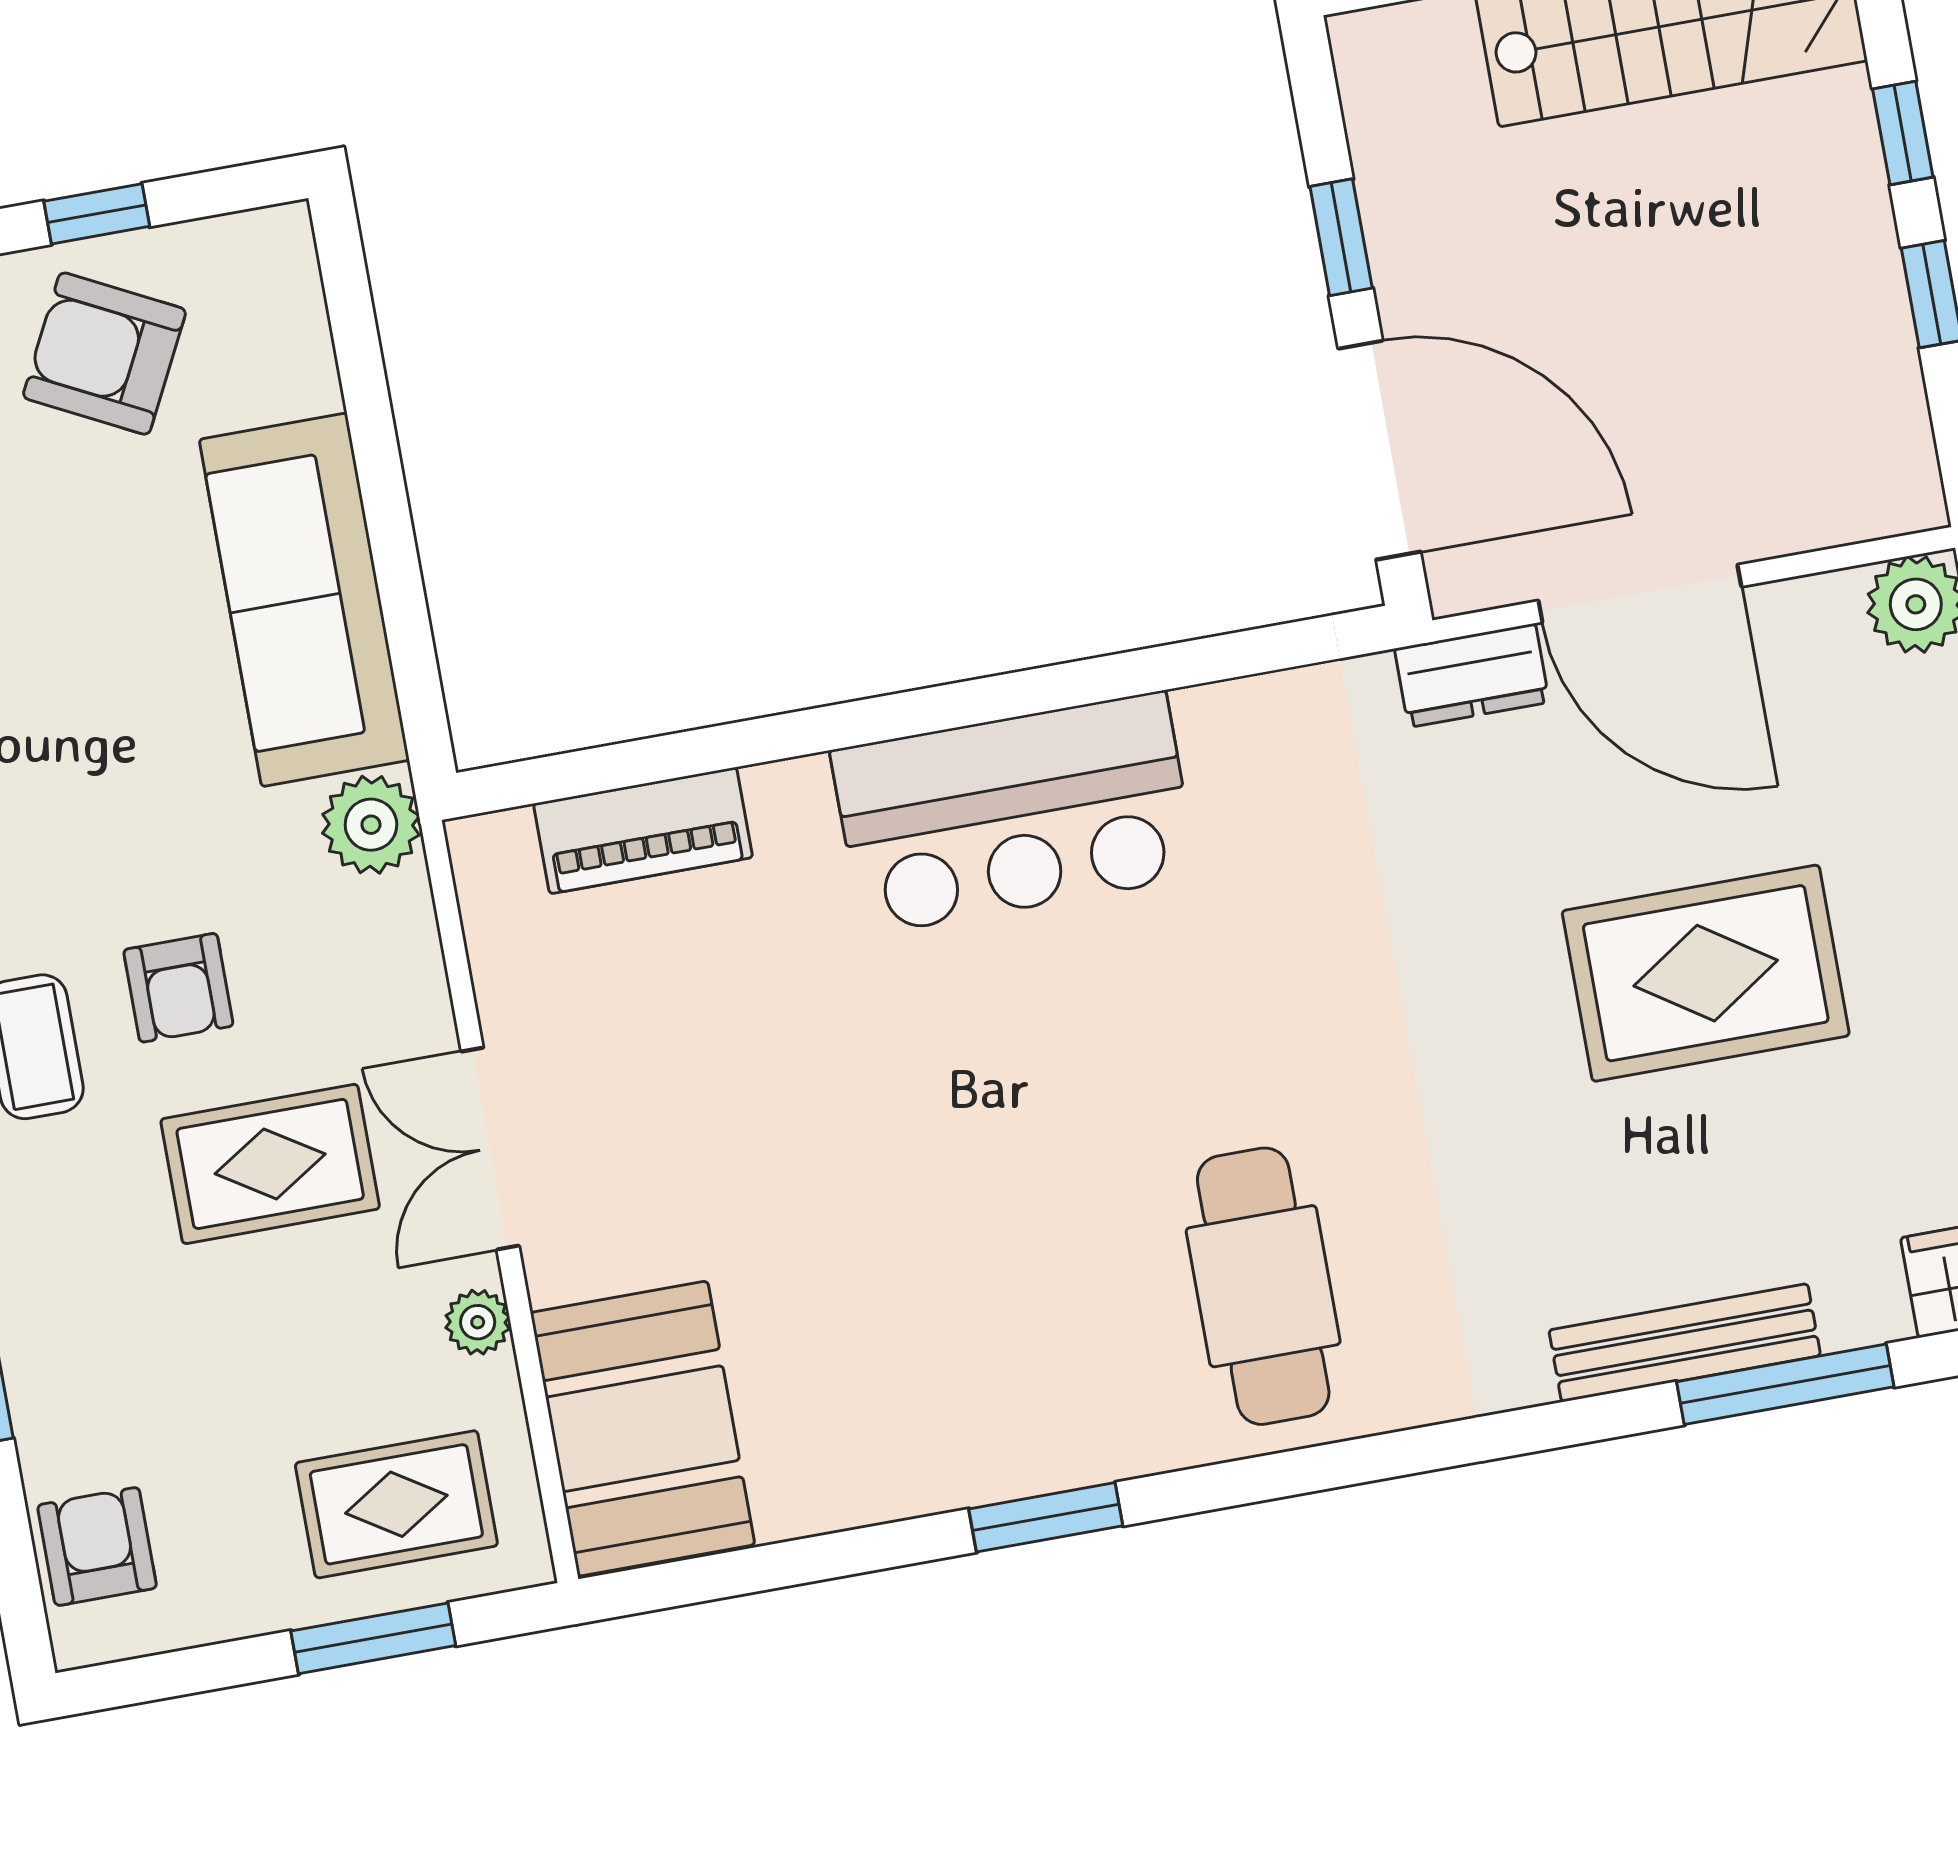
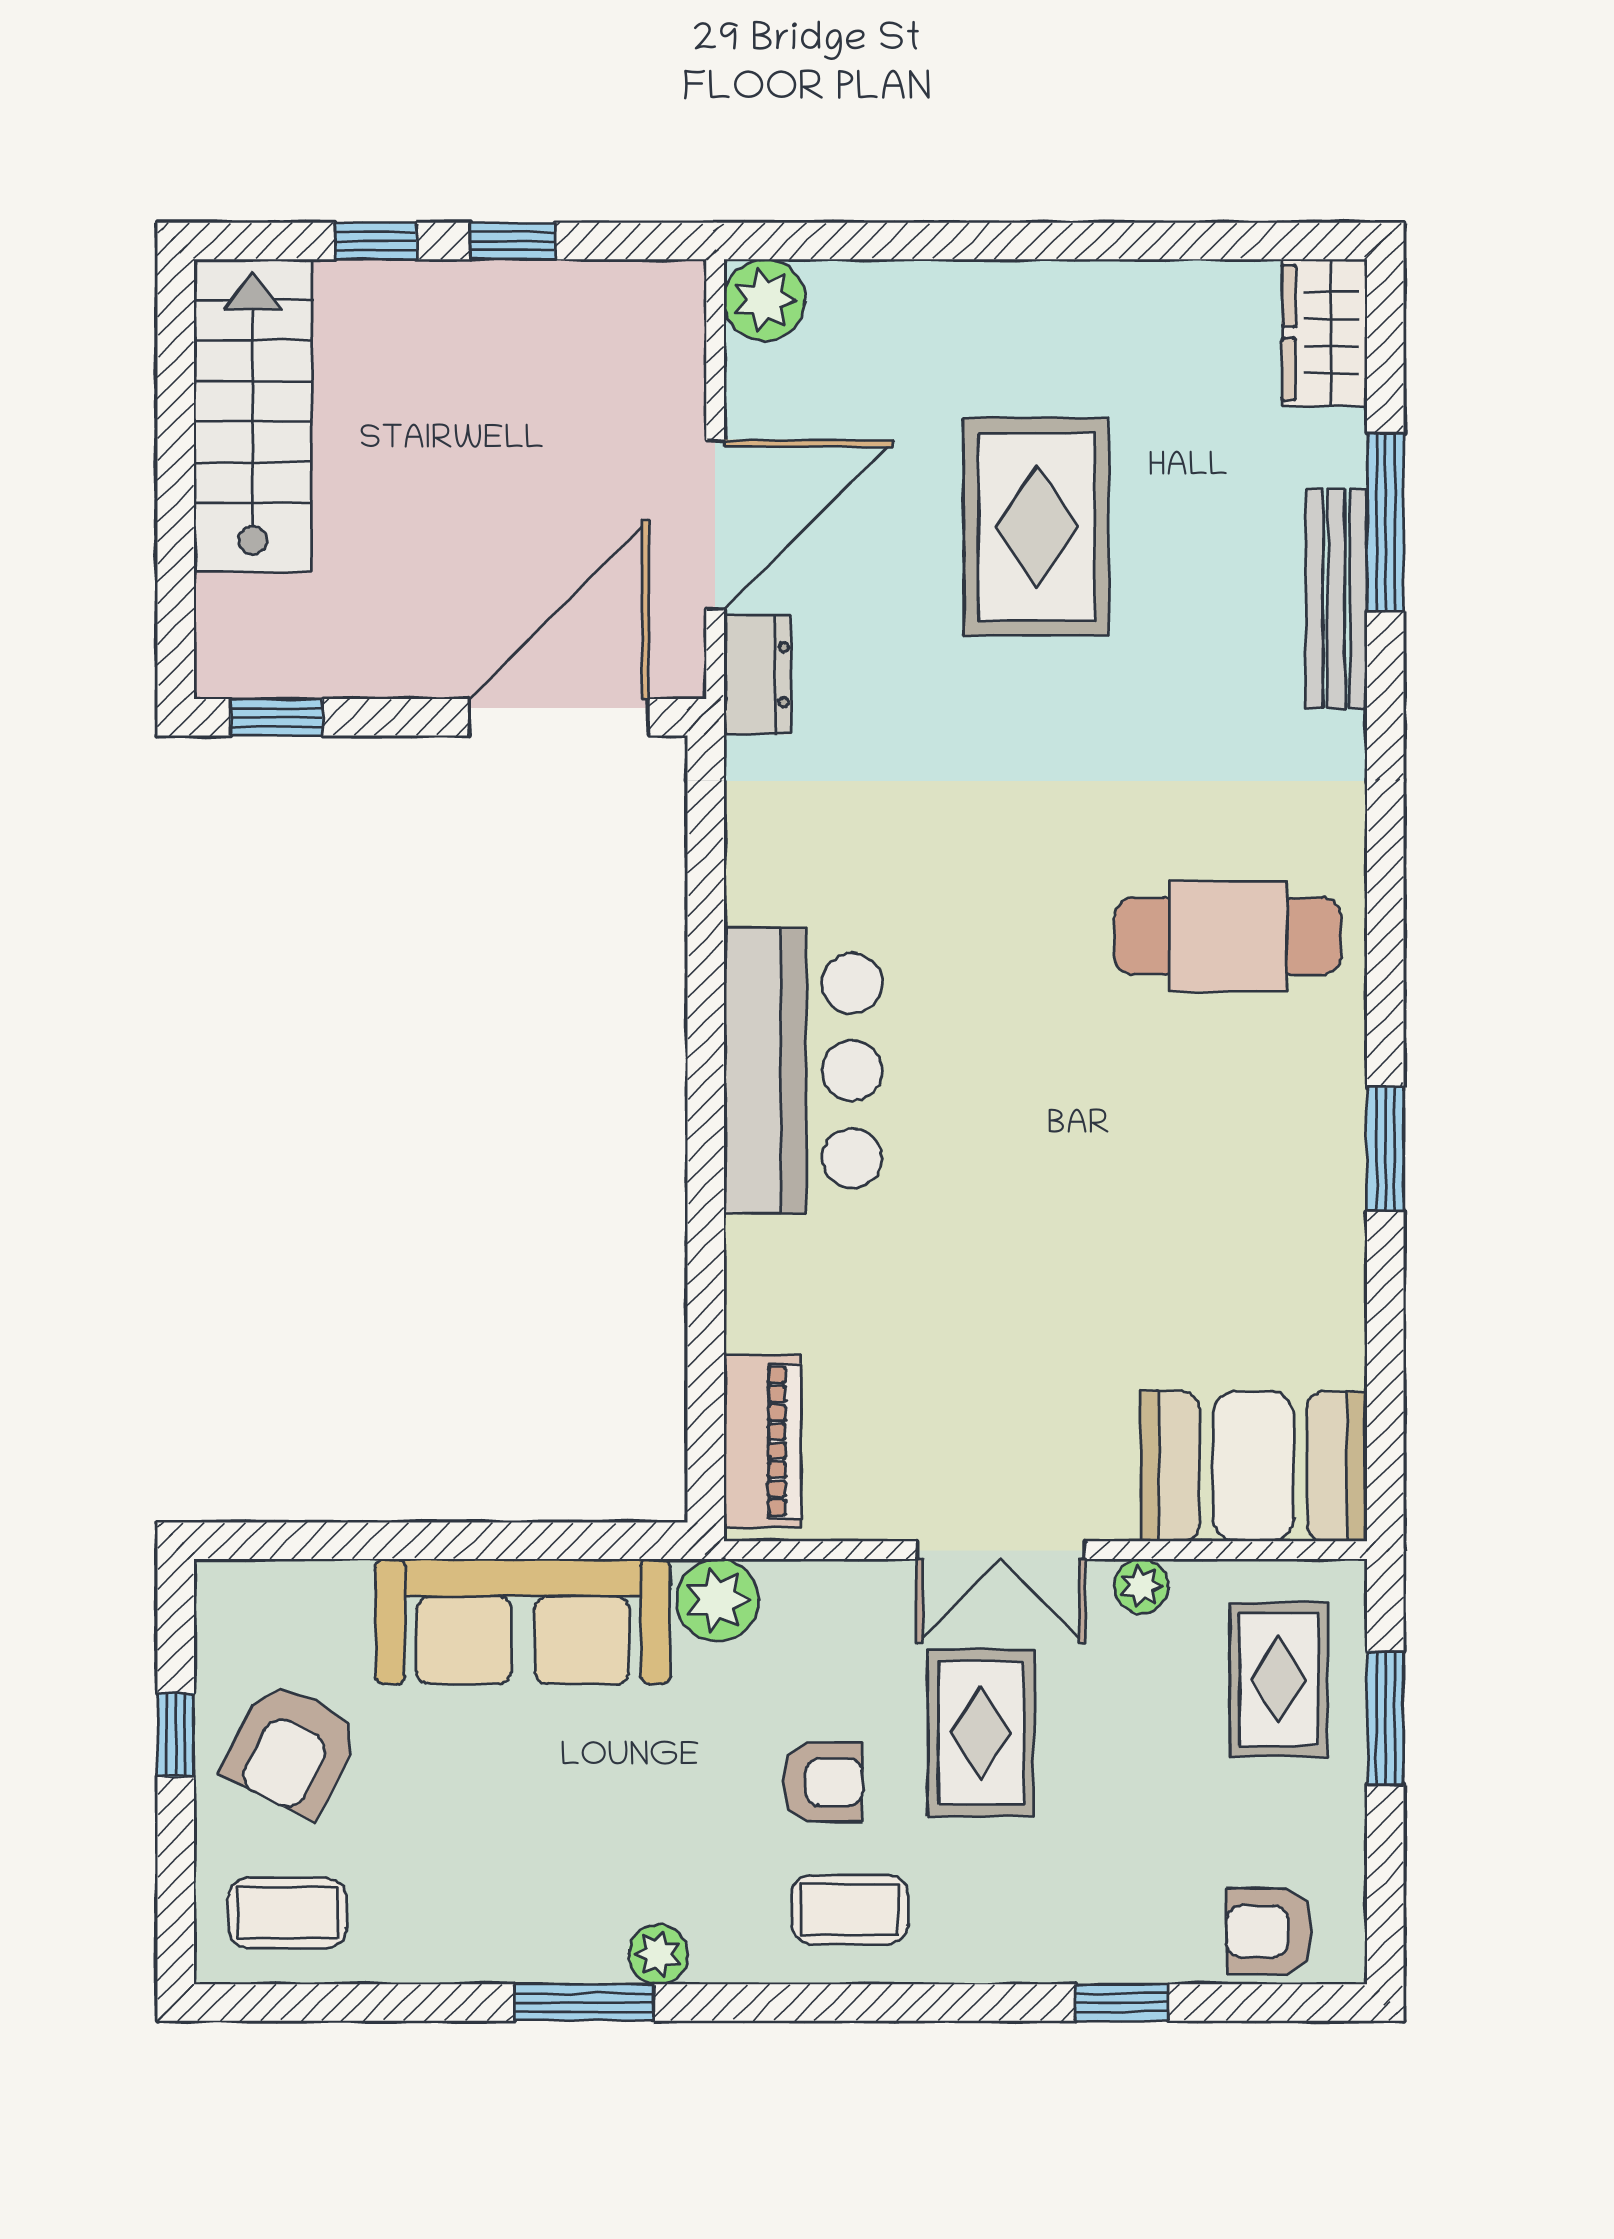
window: (1341, 237) -> (276, 717), moved
piano: (643, 831) -> (762, 1441), moved

